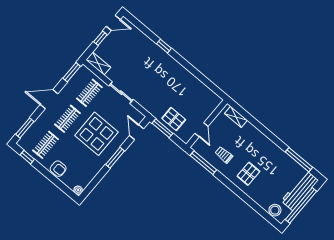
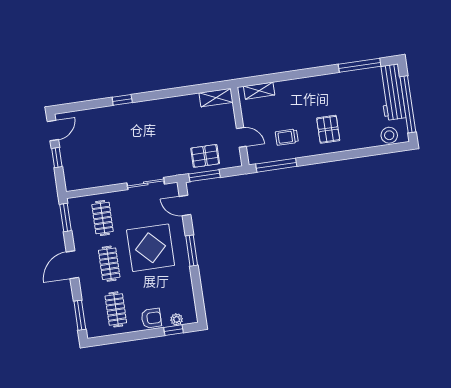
shelving: (98, 63) -> (216, 98), moved
sliding door: (121, 93) -> (146, 183), moved
window: (27, 157) -> (173, 330), moved
plant: (78, 190) -> (177, 319), moved

